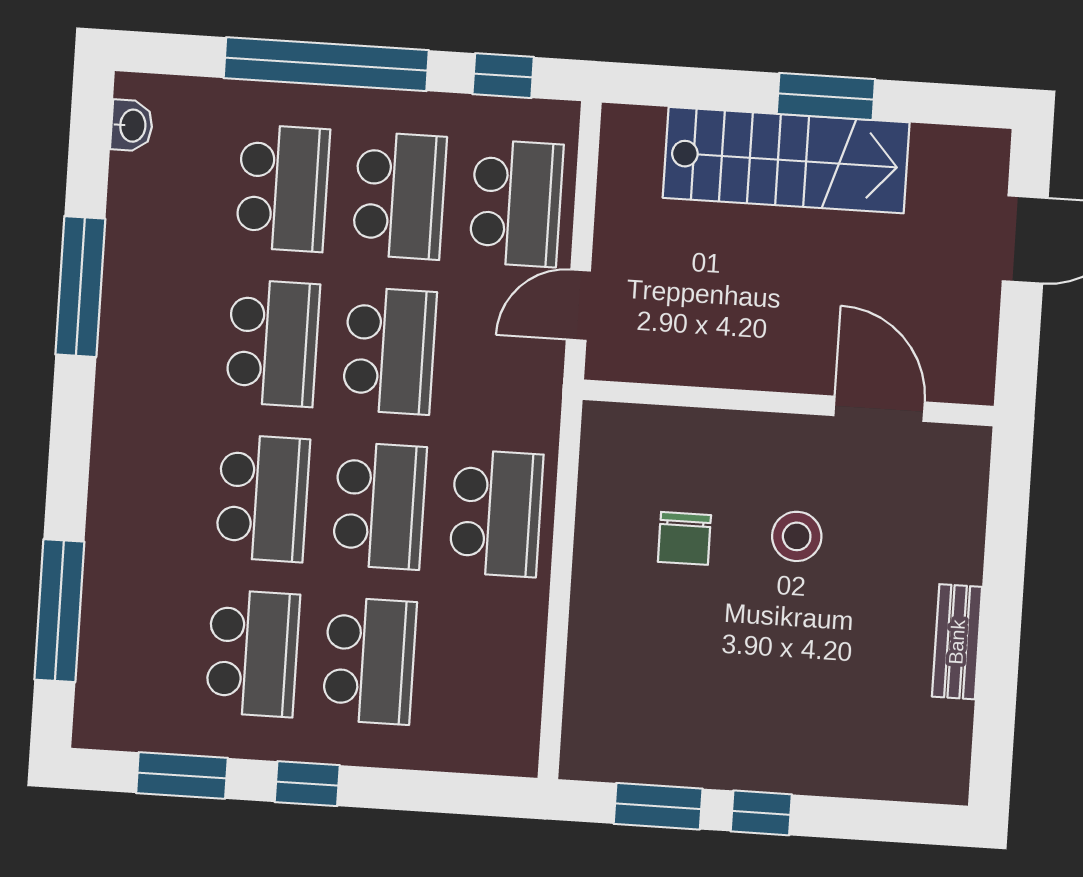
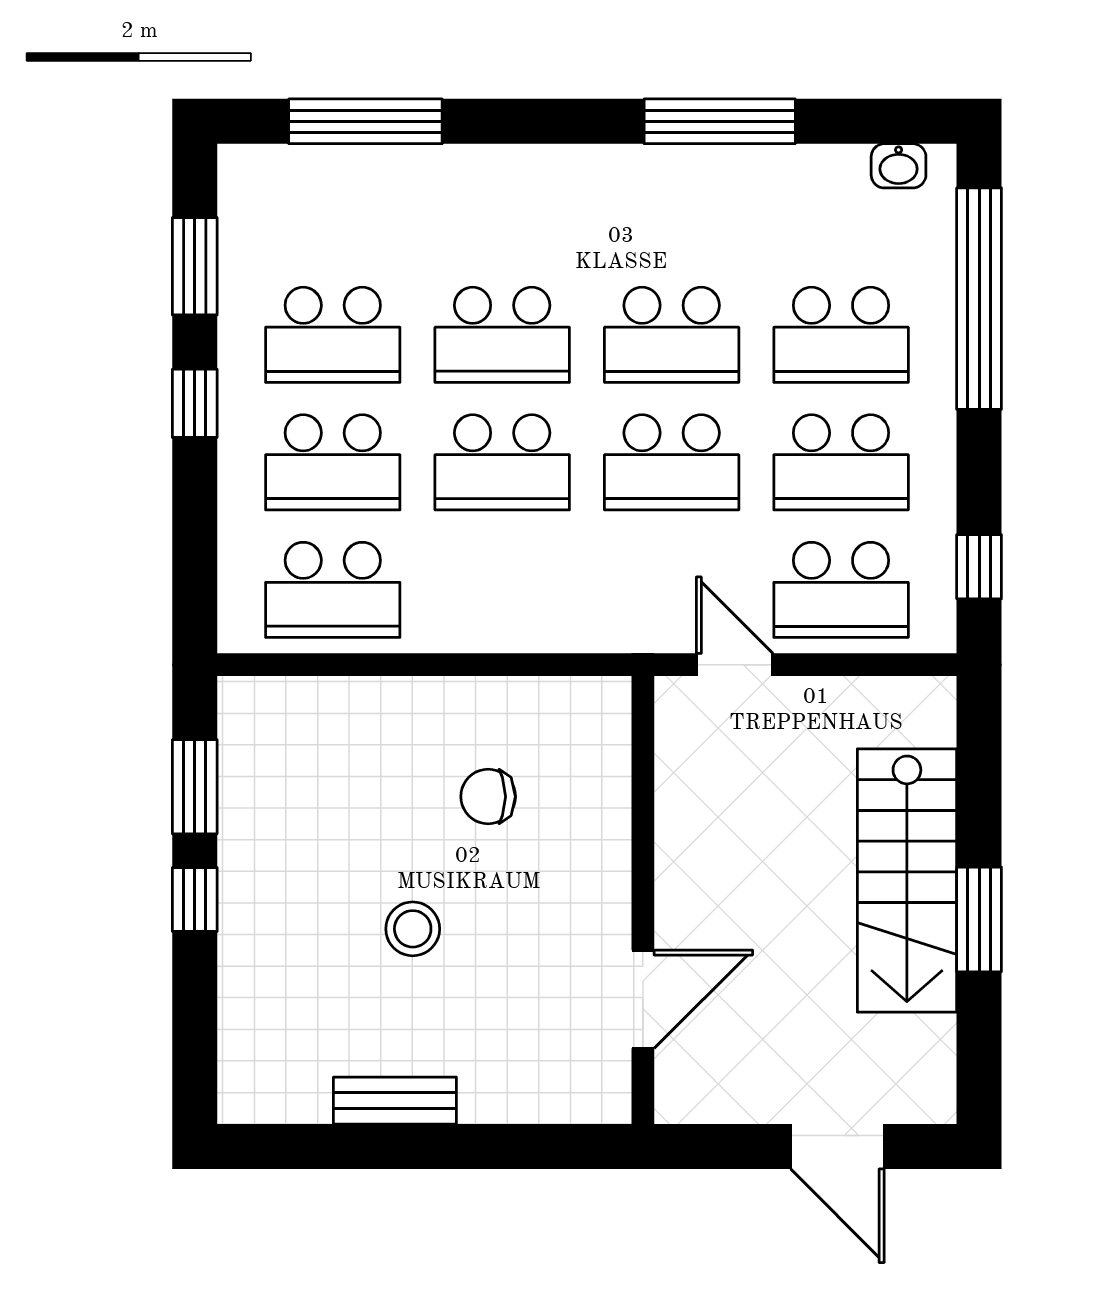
window: (326, 64) -> (979, 299), moved
school desk: (496, 513) -> (333, 590), moved
stool: (797, 536) -> (413, 929), moved

